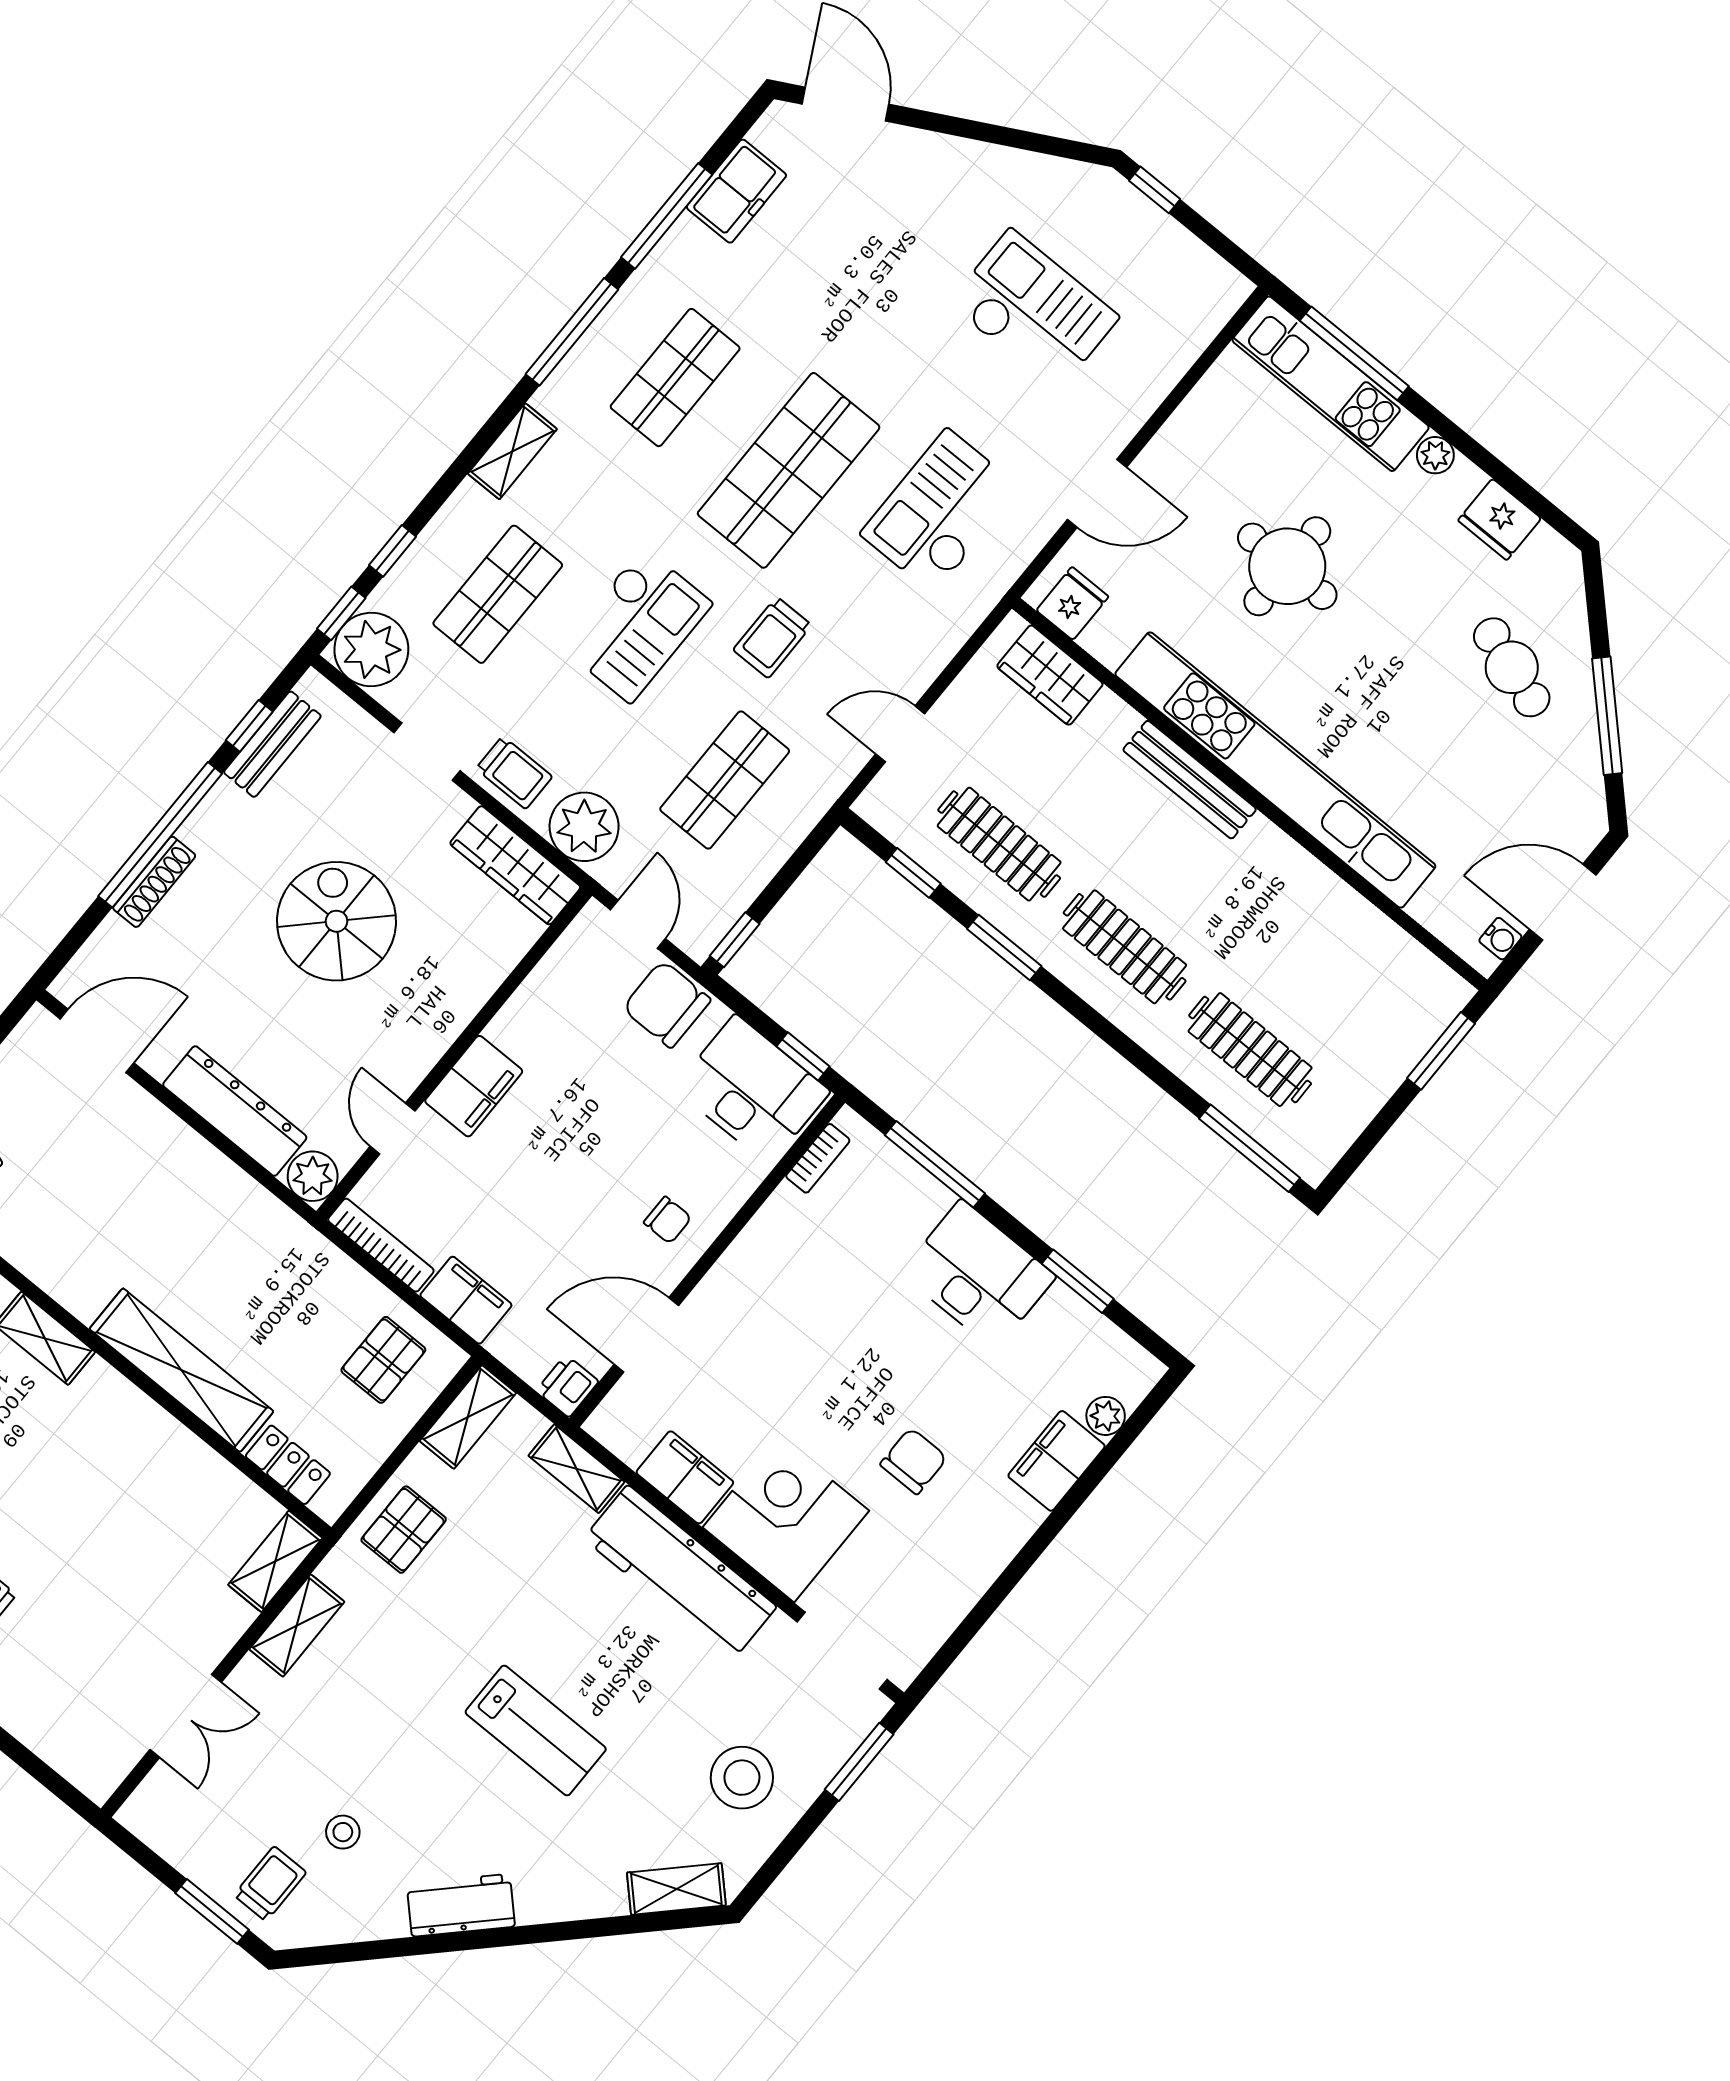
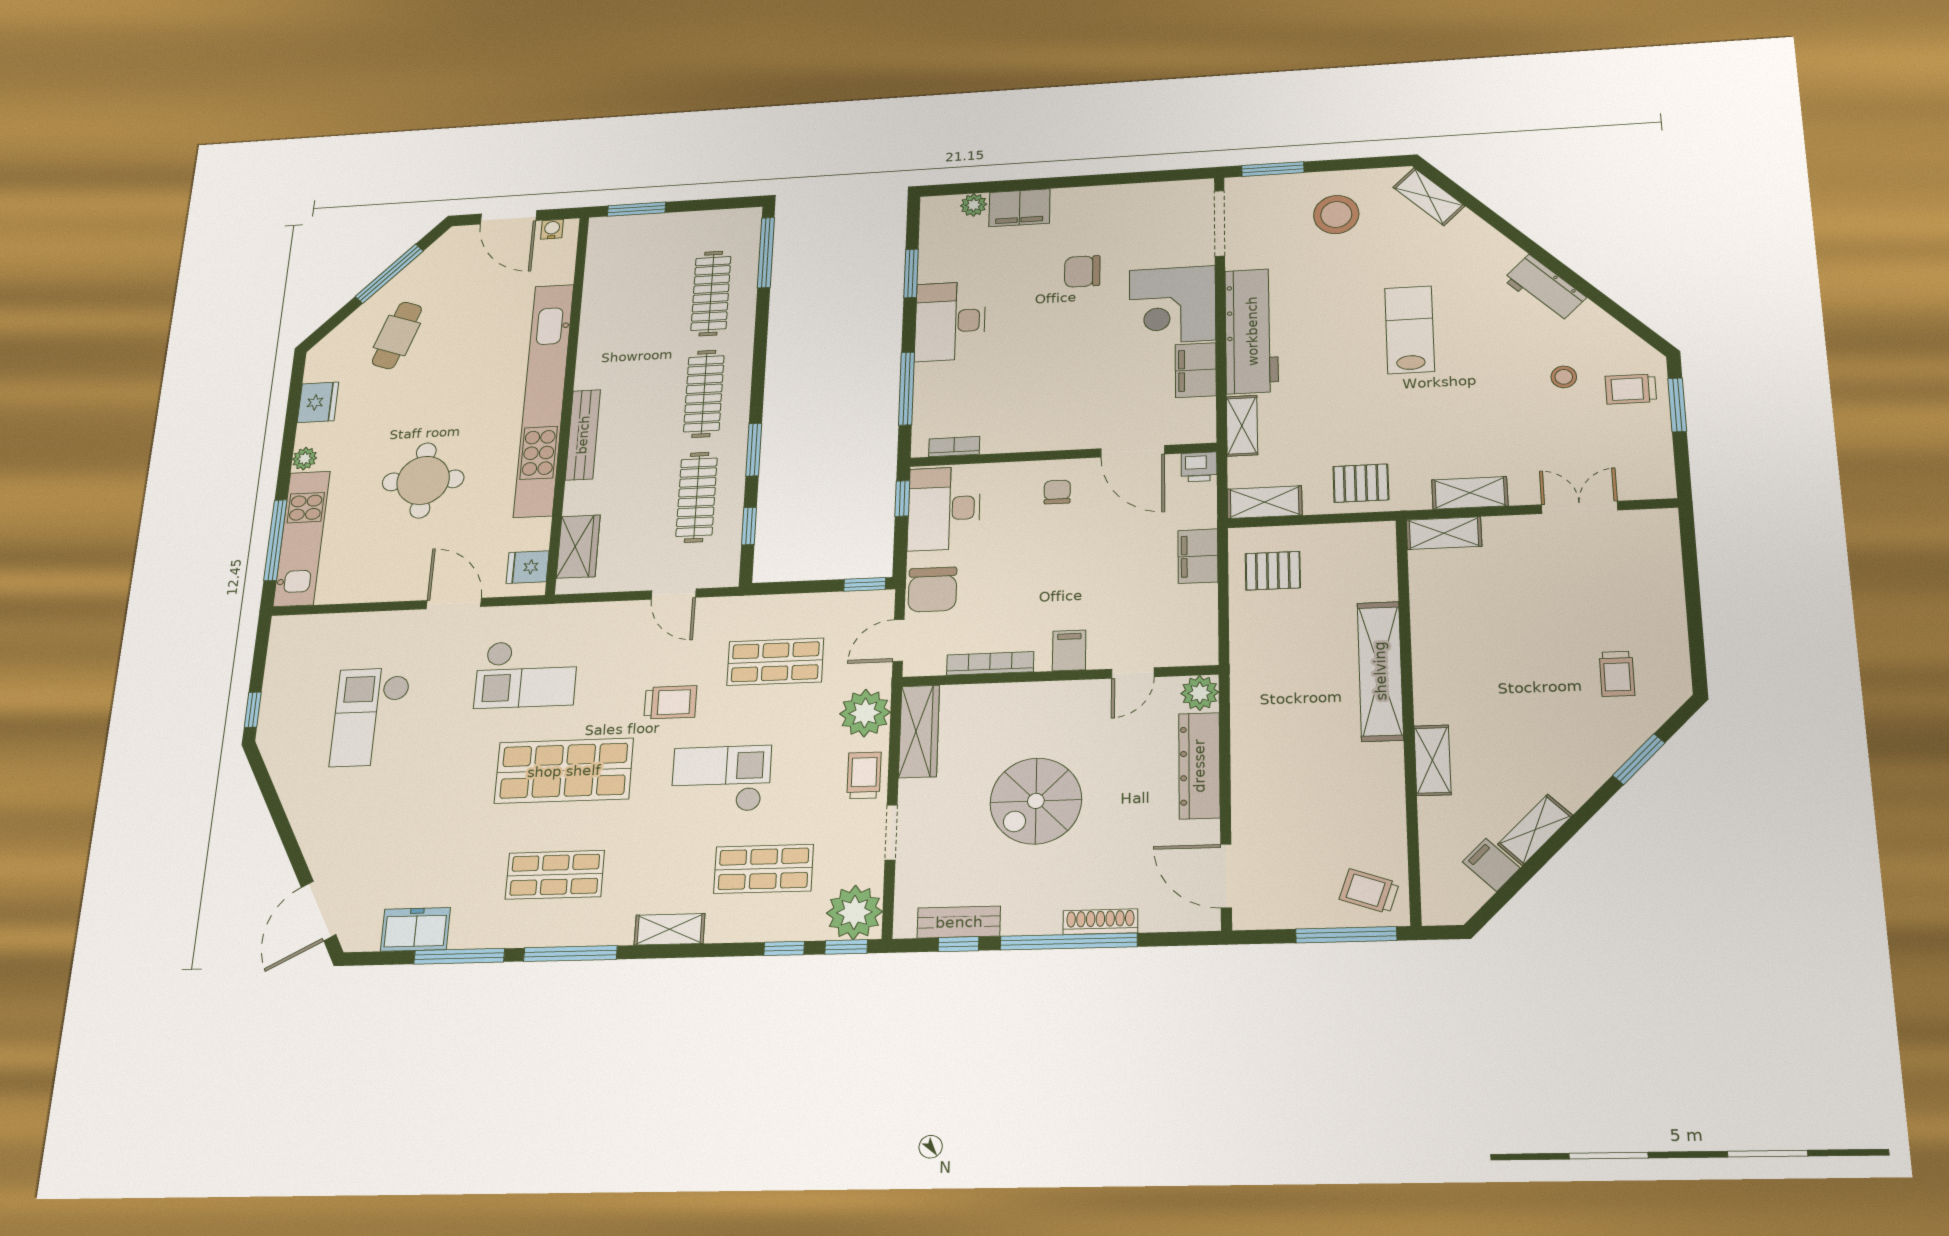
filing cabinet: (474, 1086) -> (1069, 650), width x0.50
bookcase: (381, 1245) -> (990, 663), moved, turned 90
locker: (288, 1465) -> (1381, 571), removed

